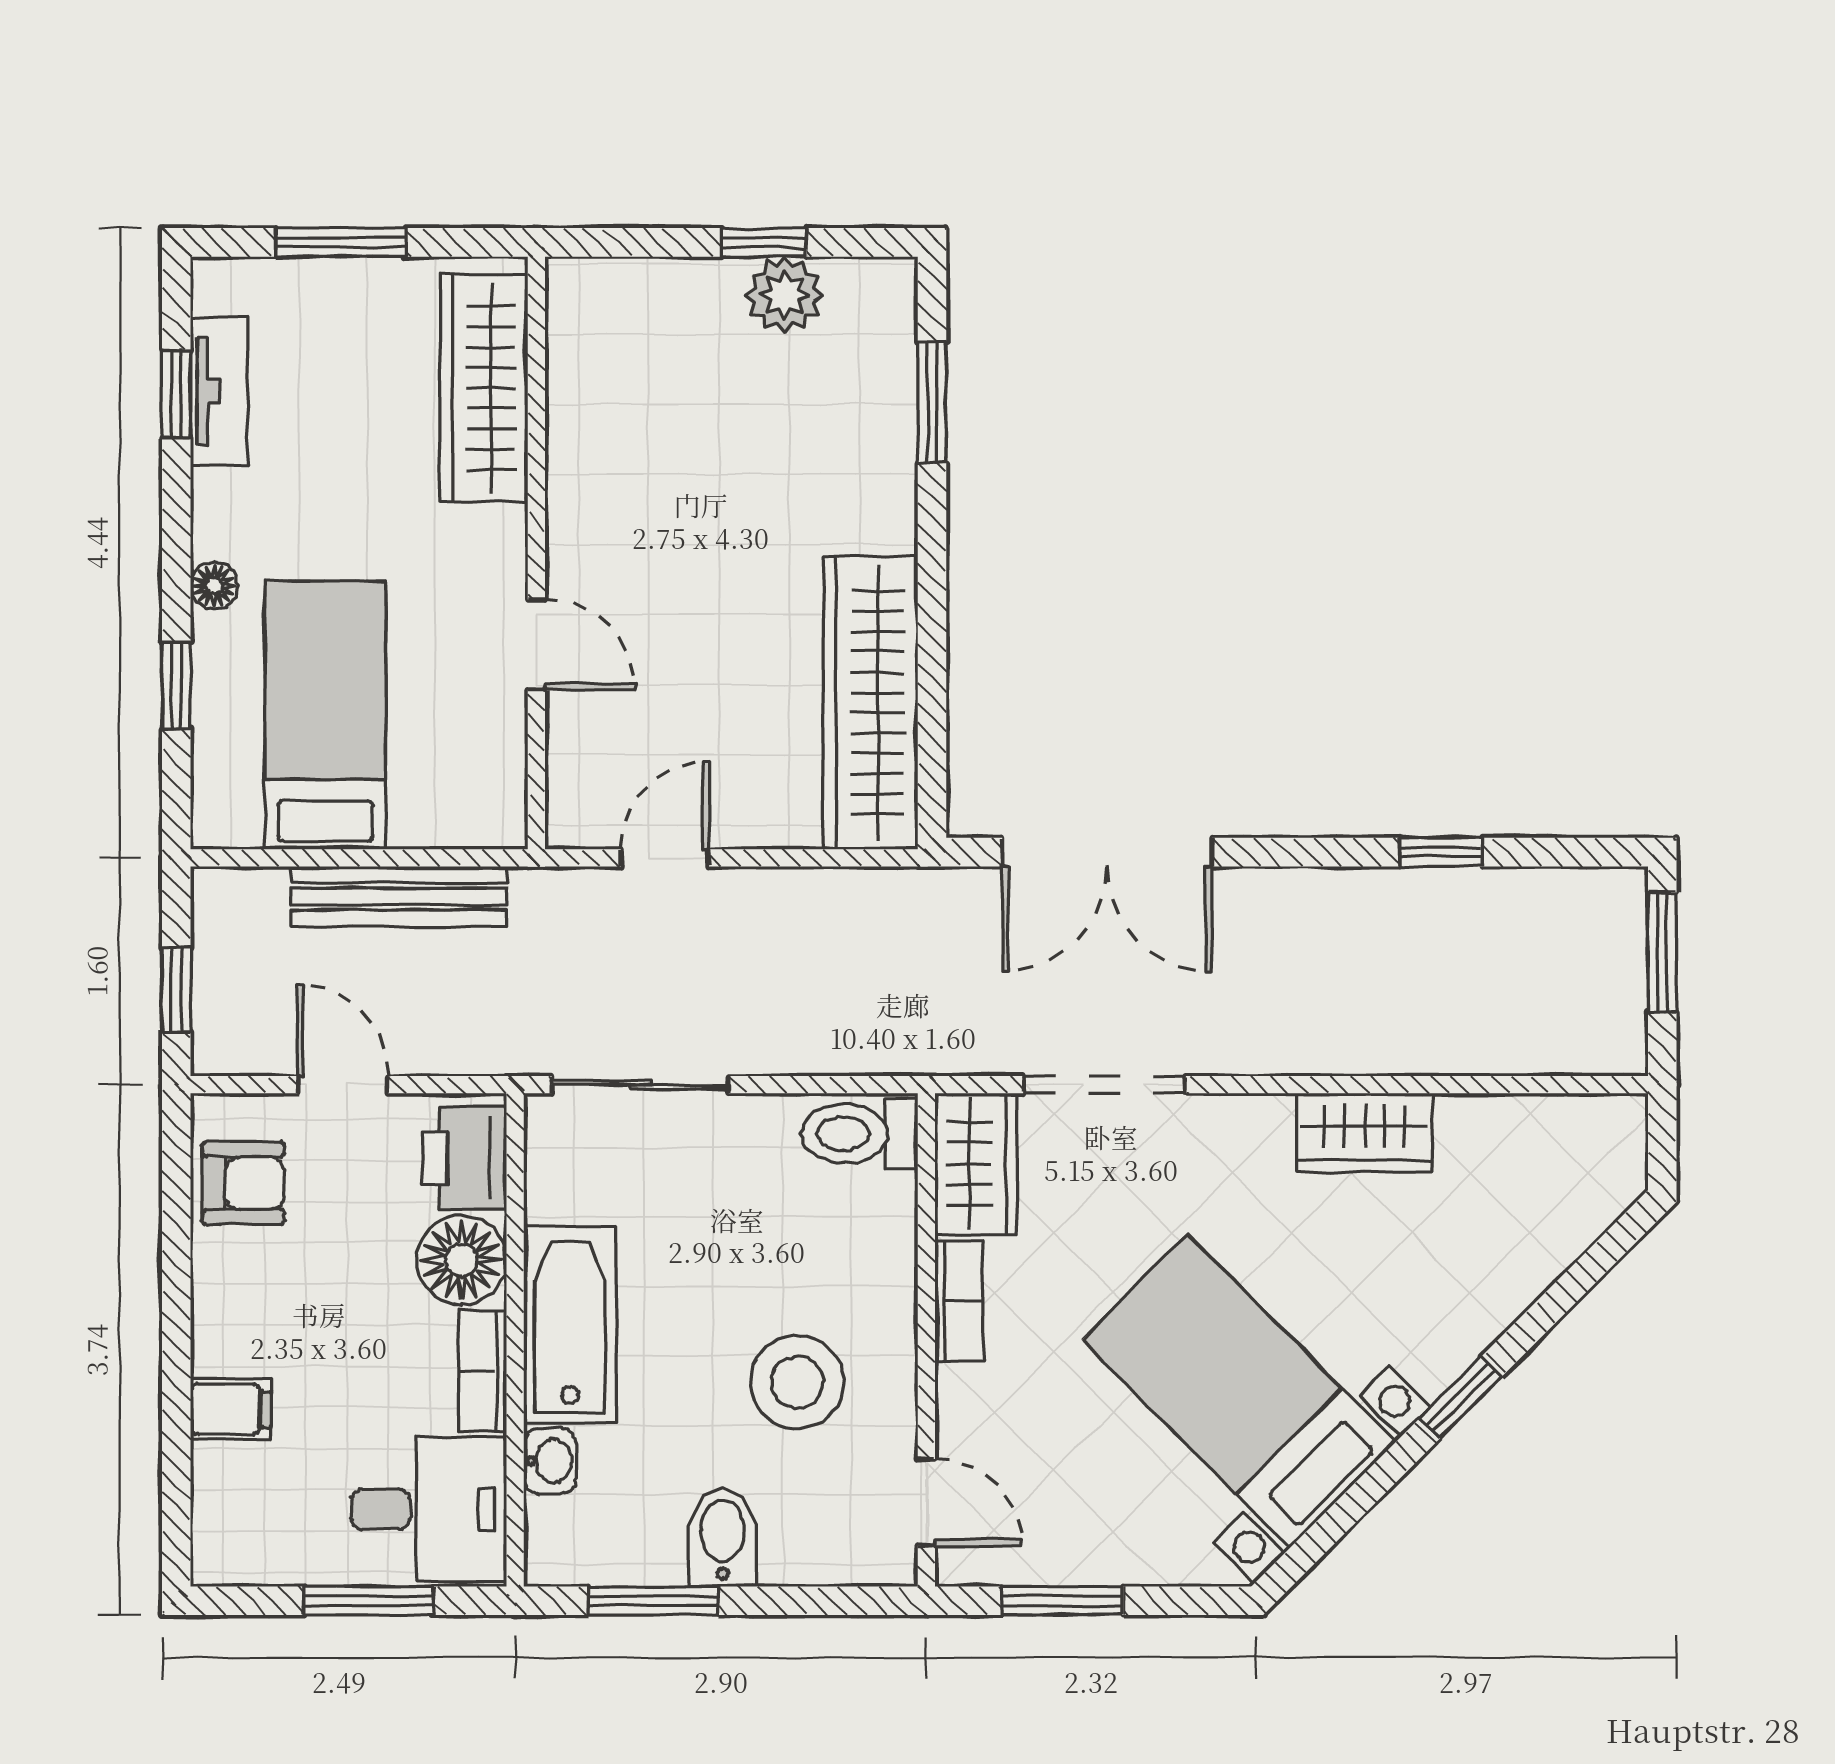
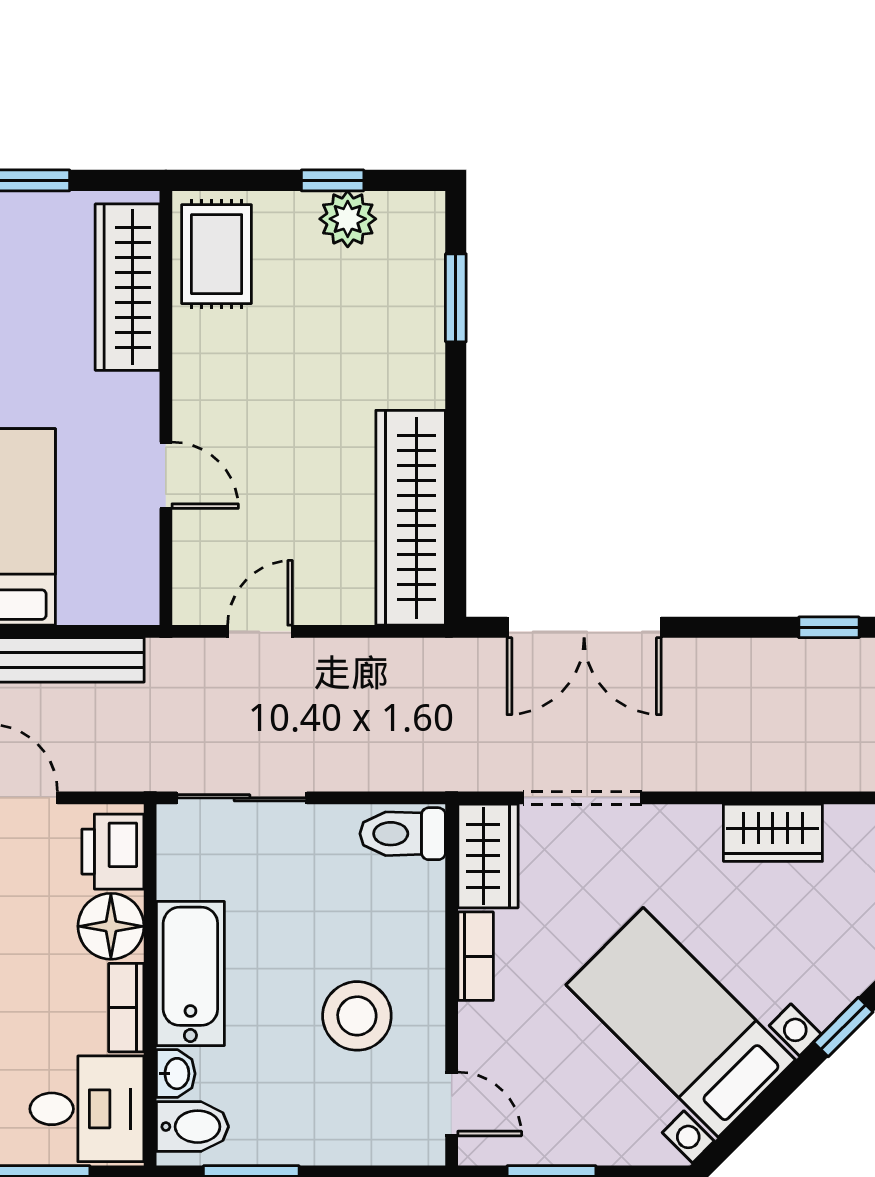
rug: (606, 343) -> (217, 254), added
bidet: (723, 1537) -> (193, 1127), moved, turned 90

